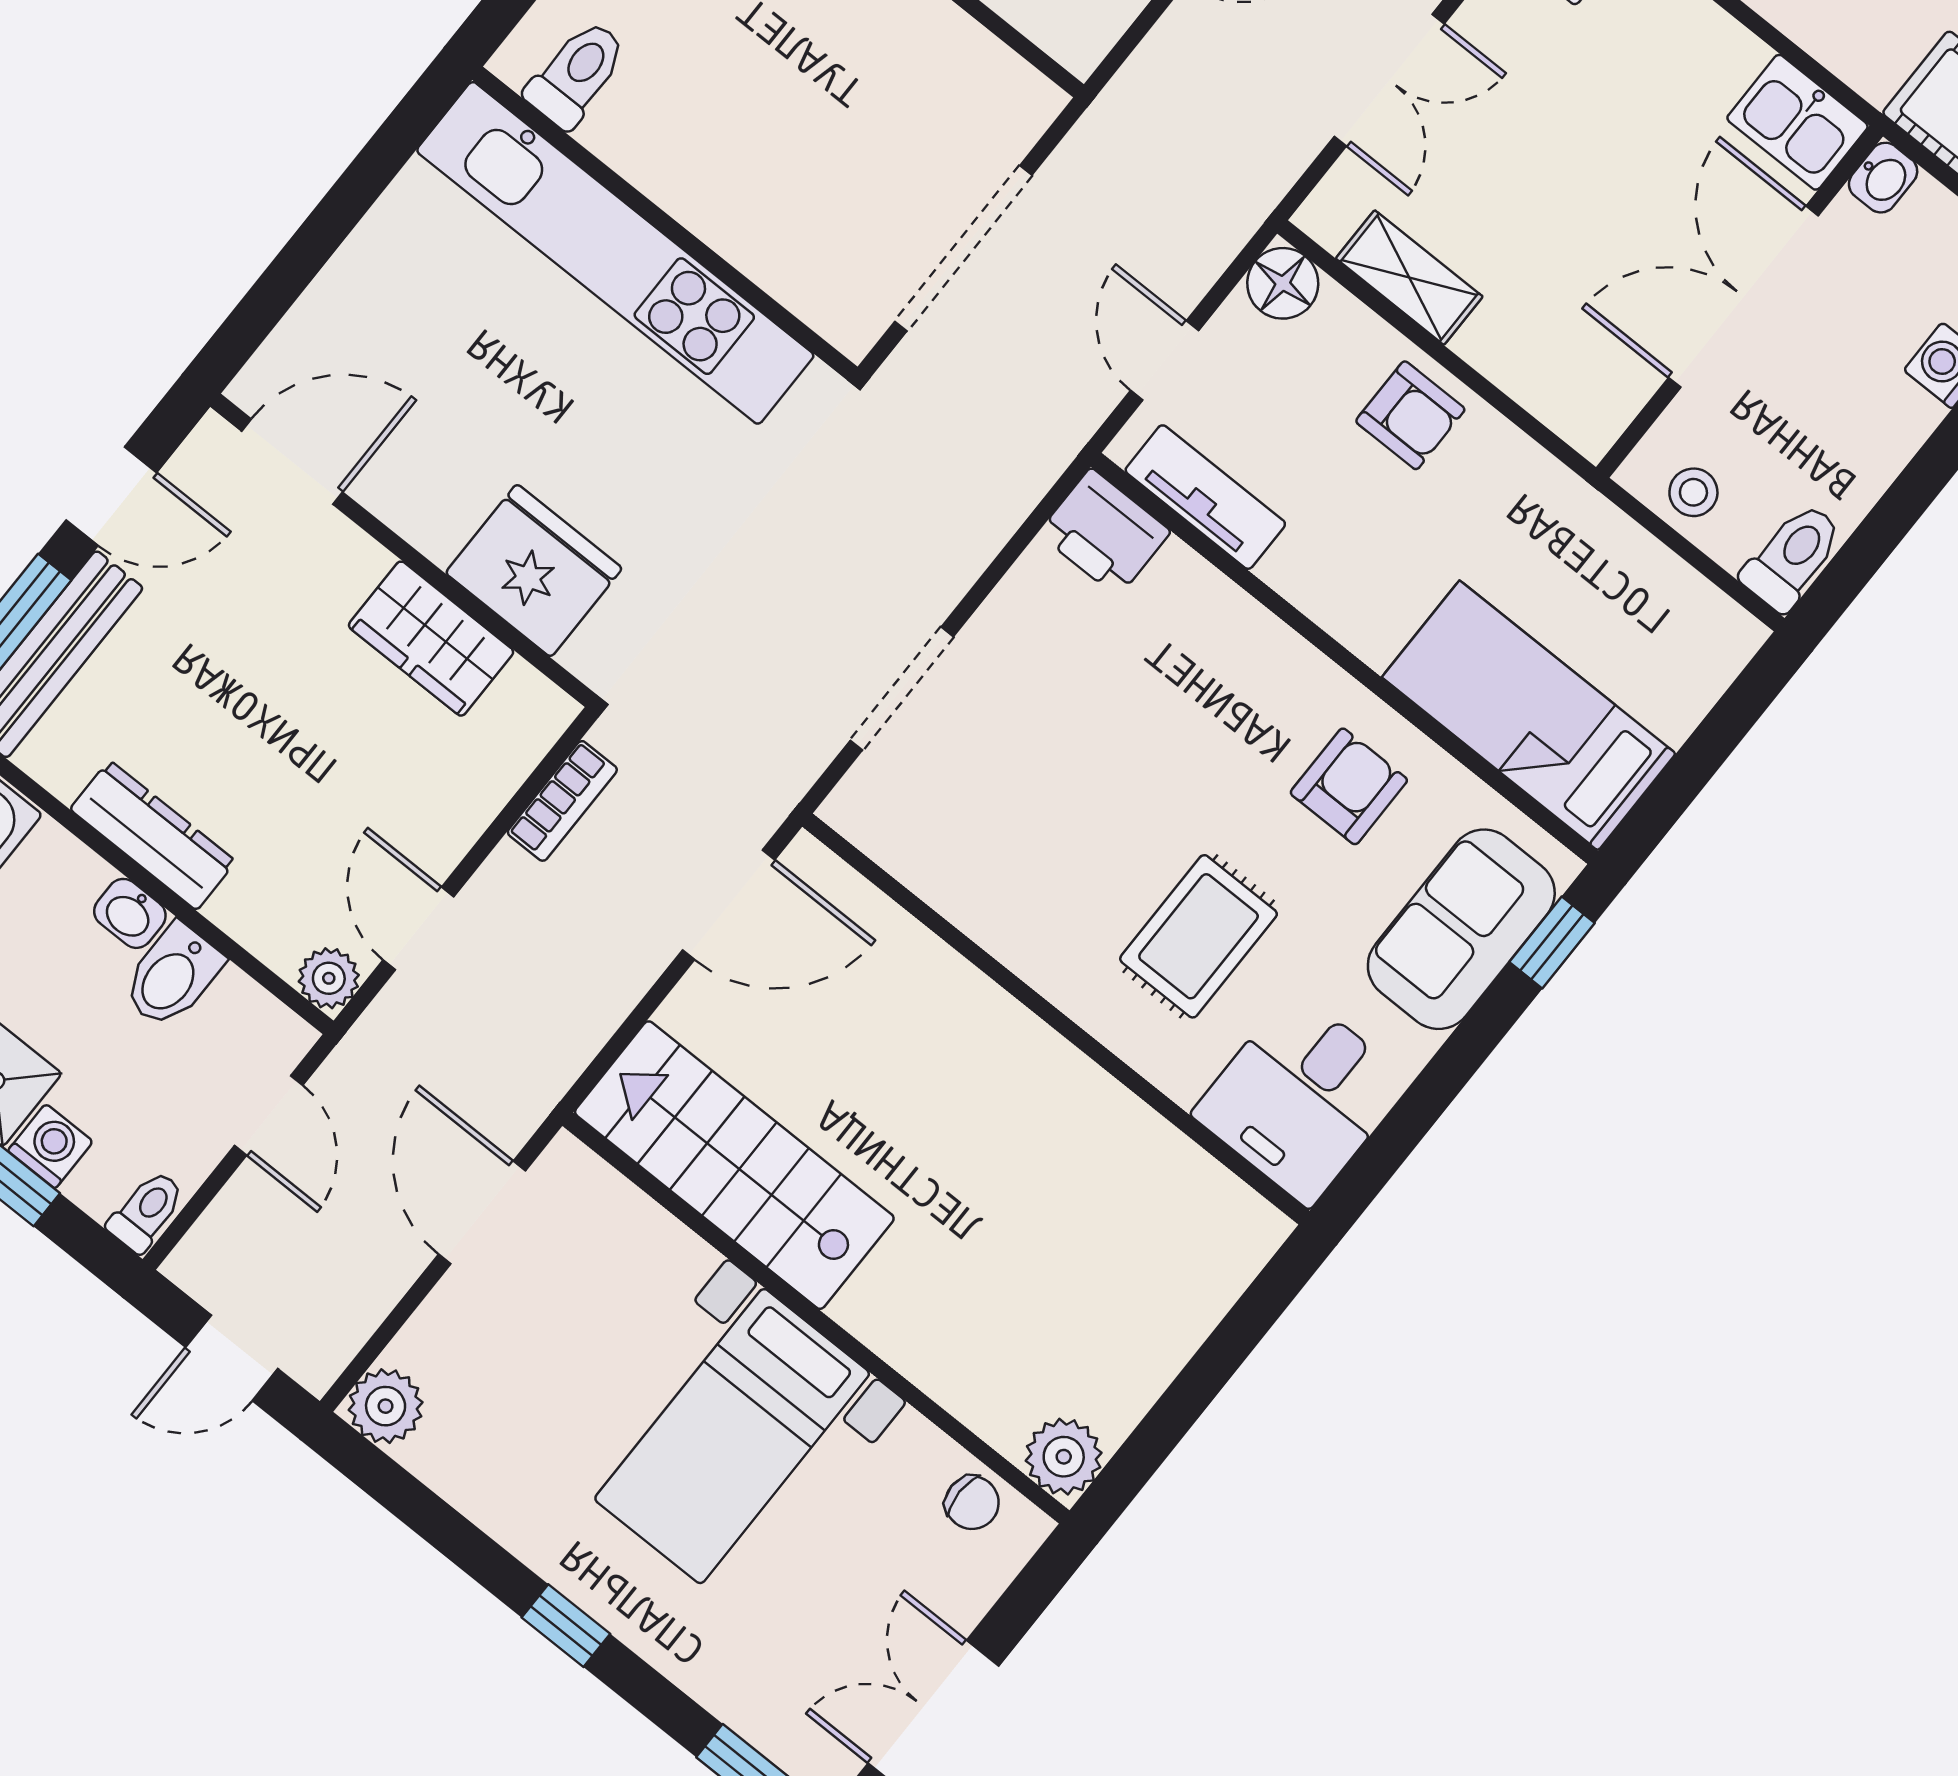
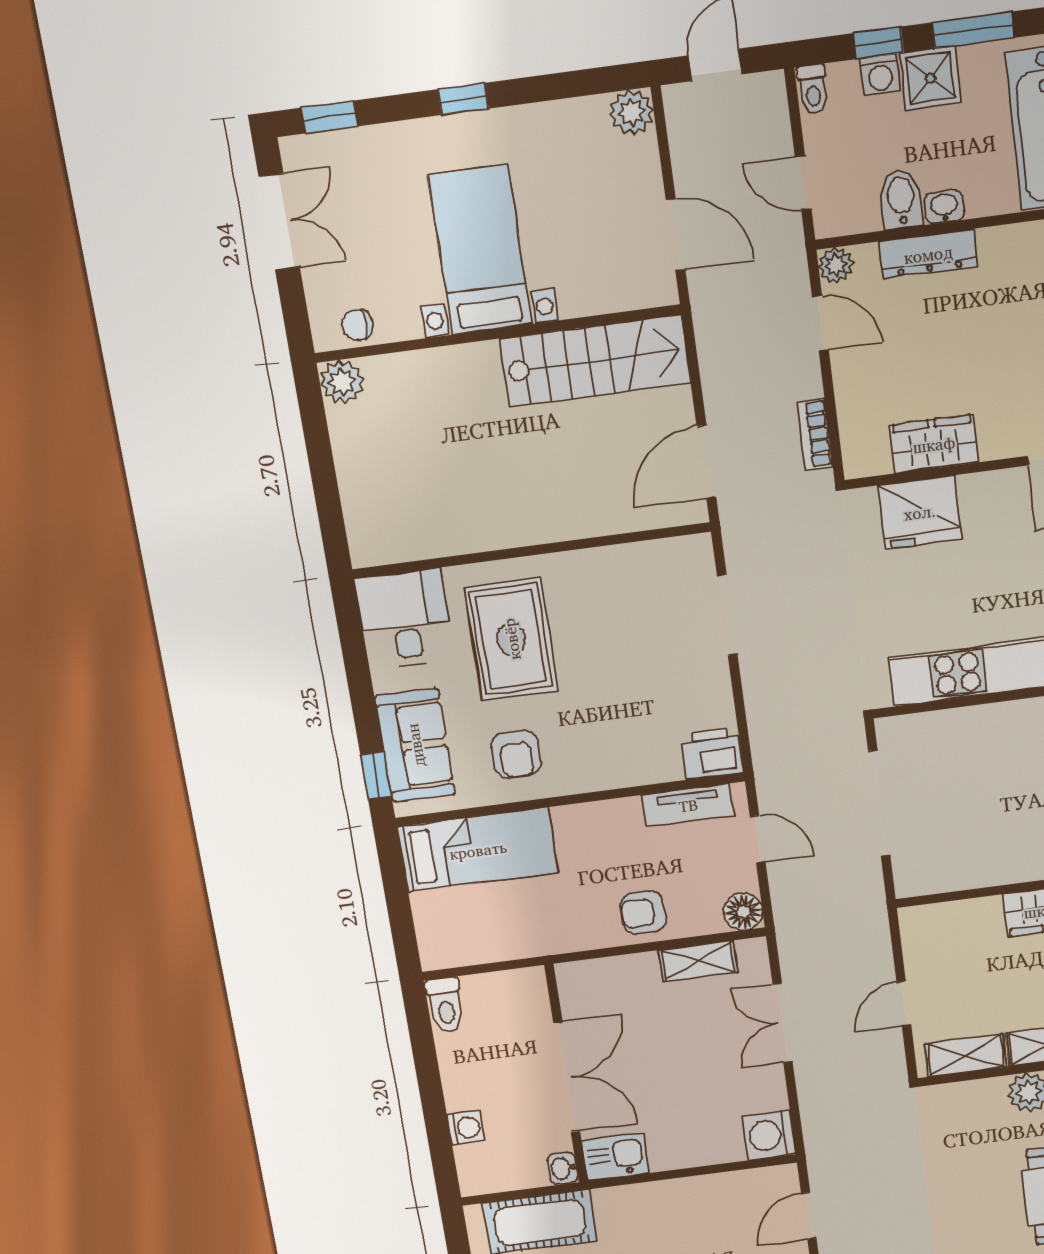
stool: (1693, 492) -> (507, 991), removed
dresser: (153, 835) -> (928, 254), moved
rug: (1199, 936) -> (511, 639), width x1.36, depth x1.43

